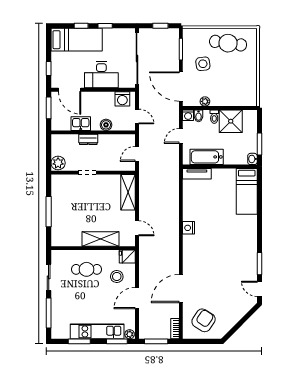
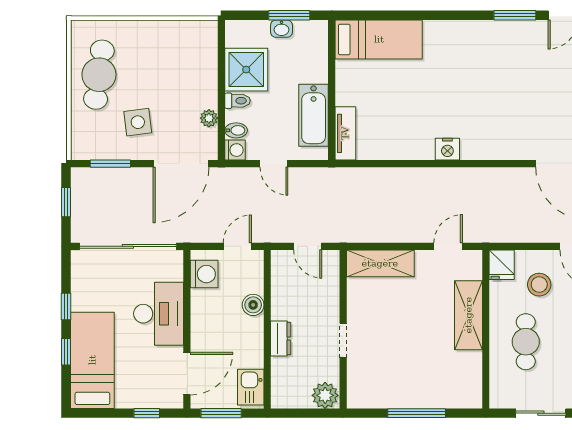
kitchen sink: (81, 124) -> (251, 387), moved
washbasin: (252, 159) -> (281, 29), moved

